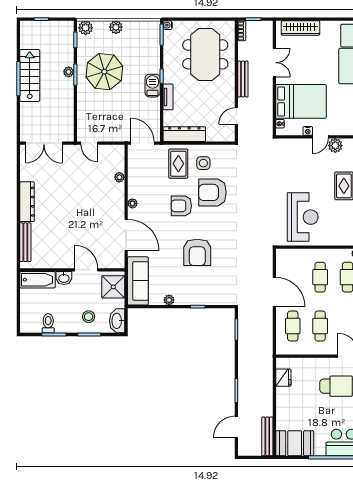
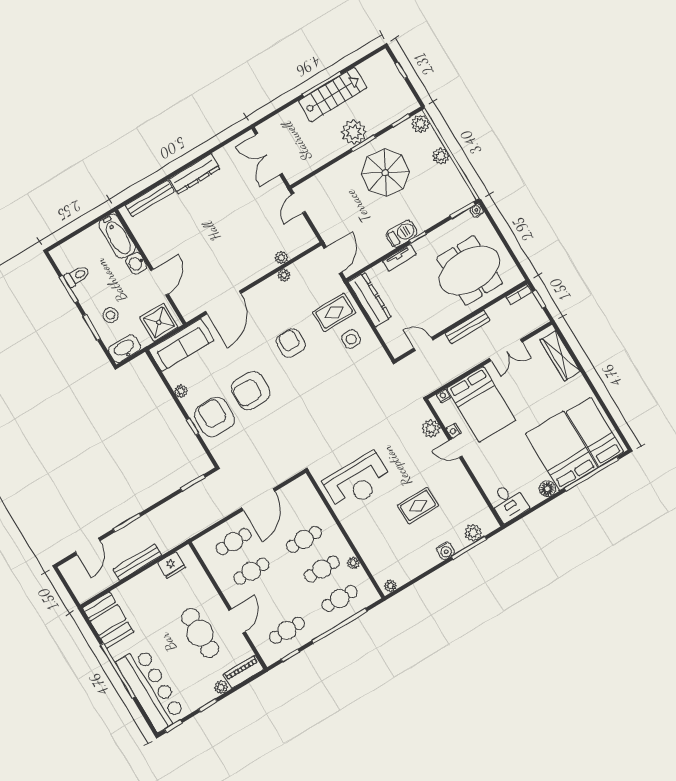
plant: (69, 72) -> (354, 132), width x1.88, depth x1.88
plant: (335, 146) -> (431, 428), moved
armchair: (212, 192) -> (214, 417), moved
plant: (132, 203) -> (284, 275), moved
door: (236, 427) -> (88, 546), swing flipped
bench: (267, 436) -> (137, 562), moved

